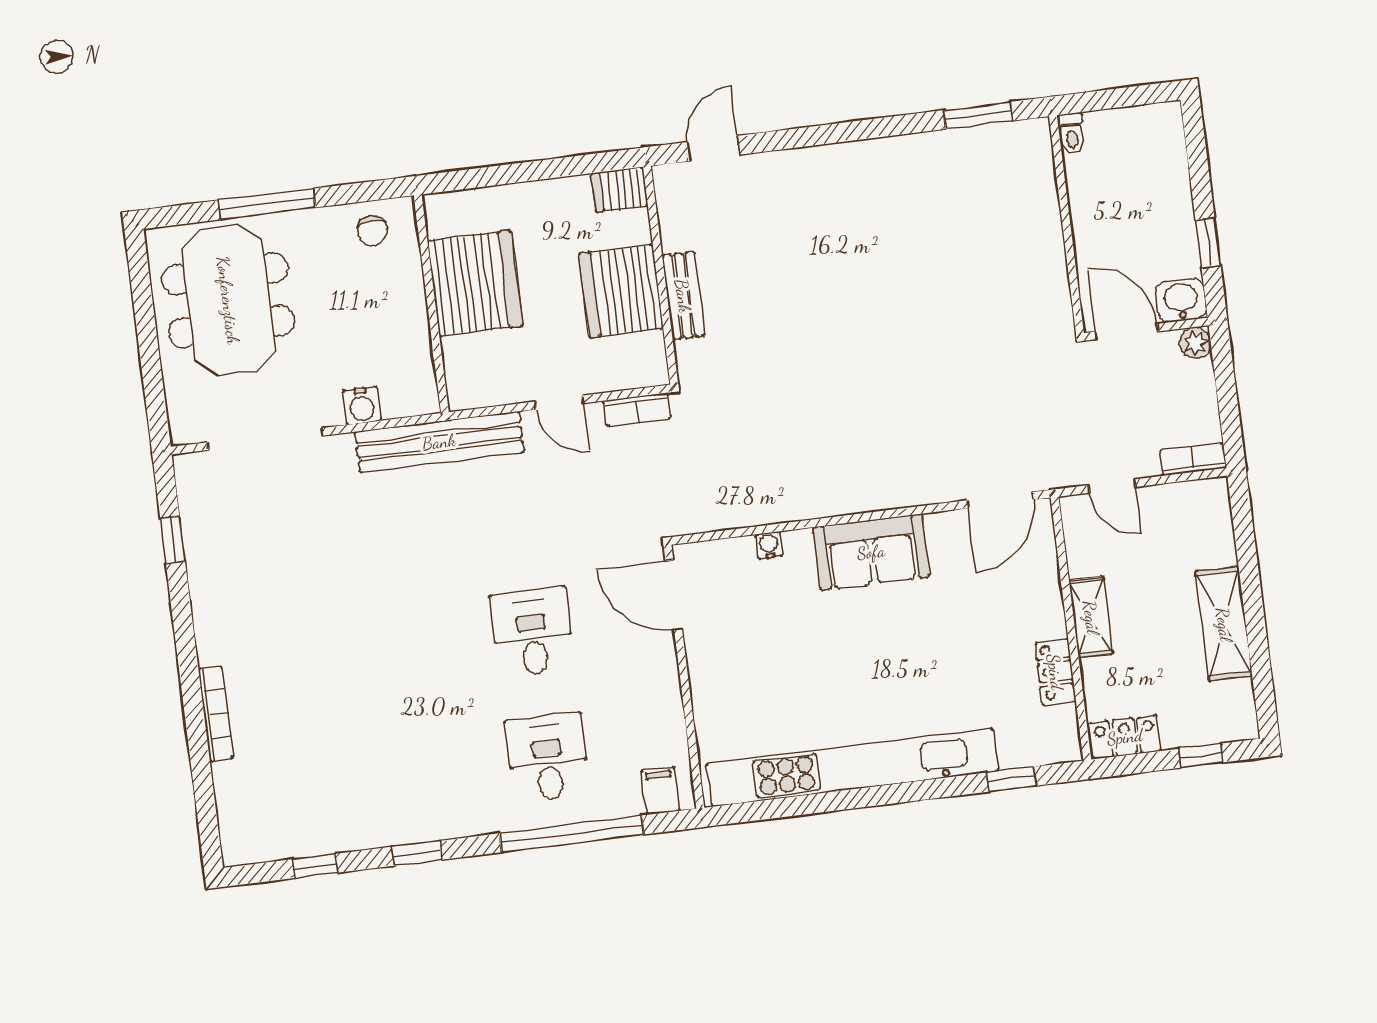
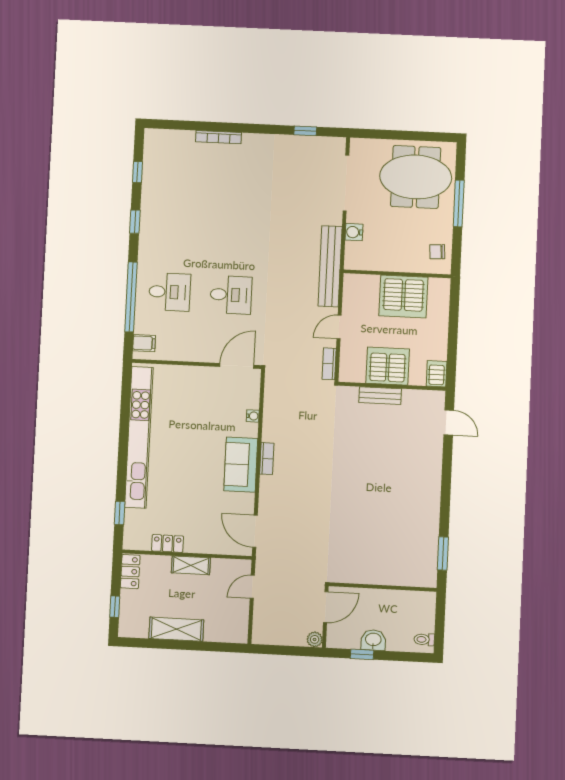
toilet: (1072, 134) -> (424, 640), moved
washbasin: (1181, 300) -> (373, 640), moved, turned -90
bookcase: (1193, 459) -> (267, 459), moved

